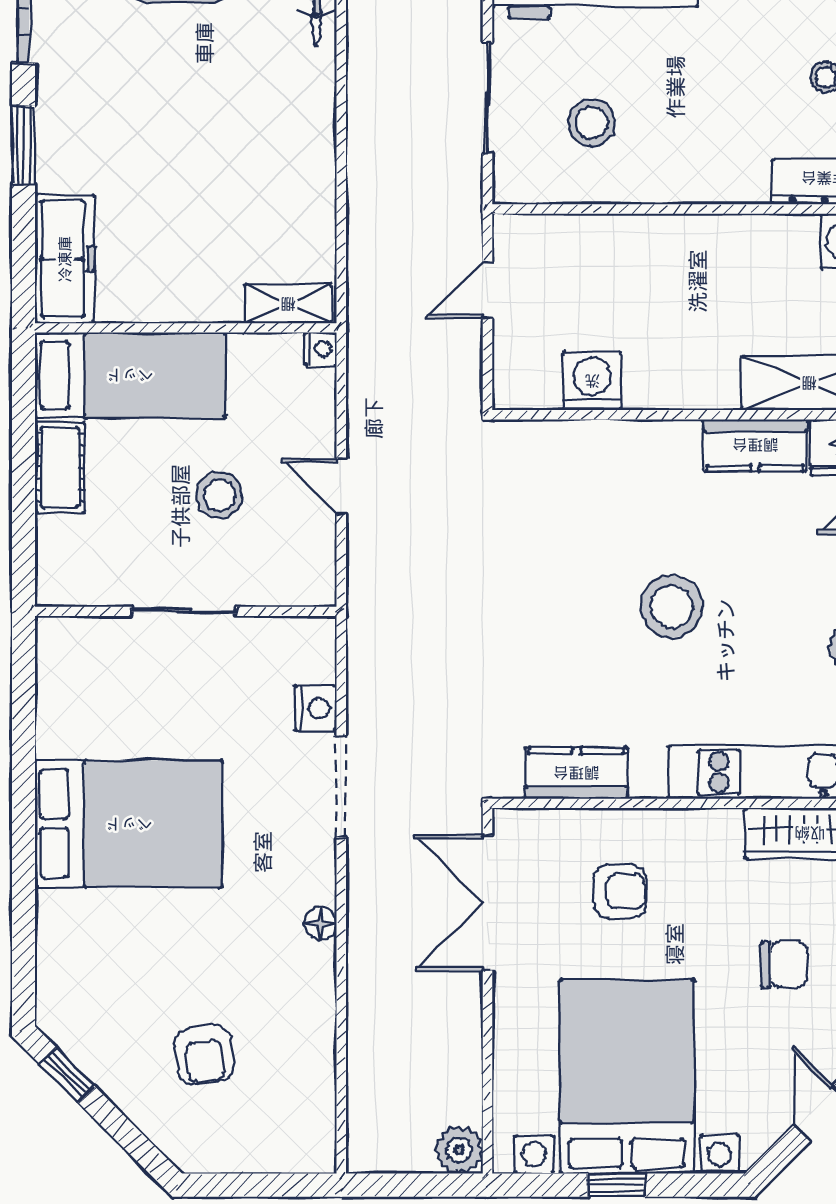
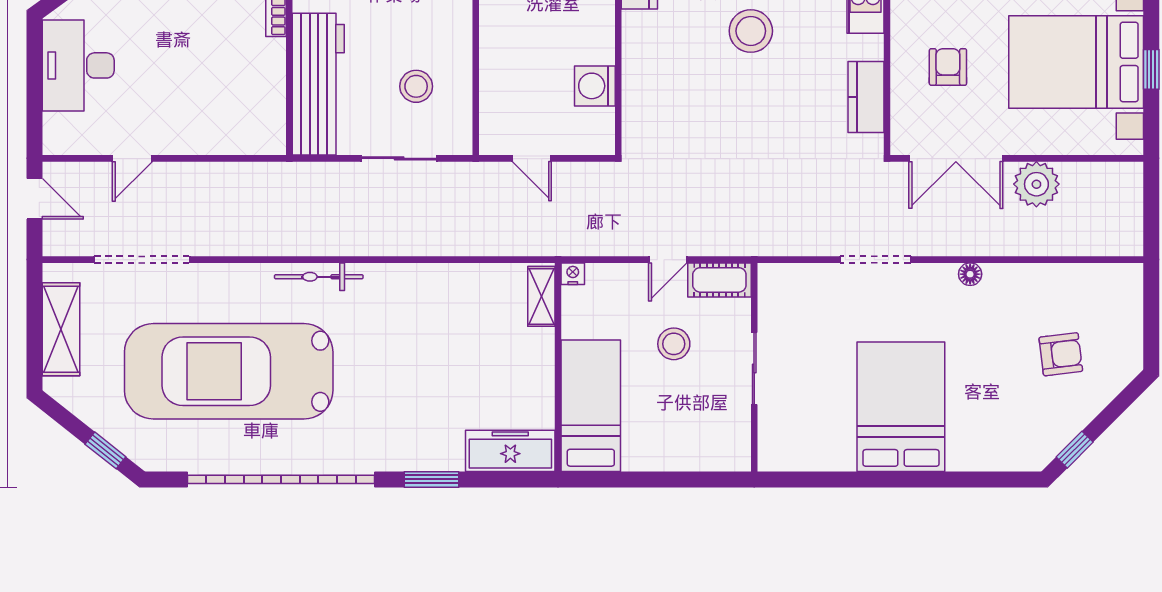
cot: (60, 467) -> (719, 280), moved
nightstand: (316, 708) -> (821, 277), removed
plant: (459, 1150) -> (1036, 184), moved, width x1.36, depth x1.36

